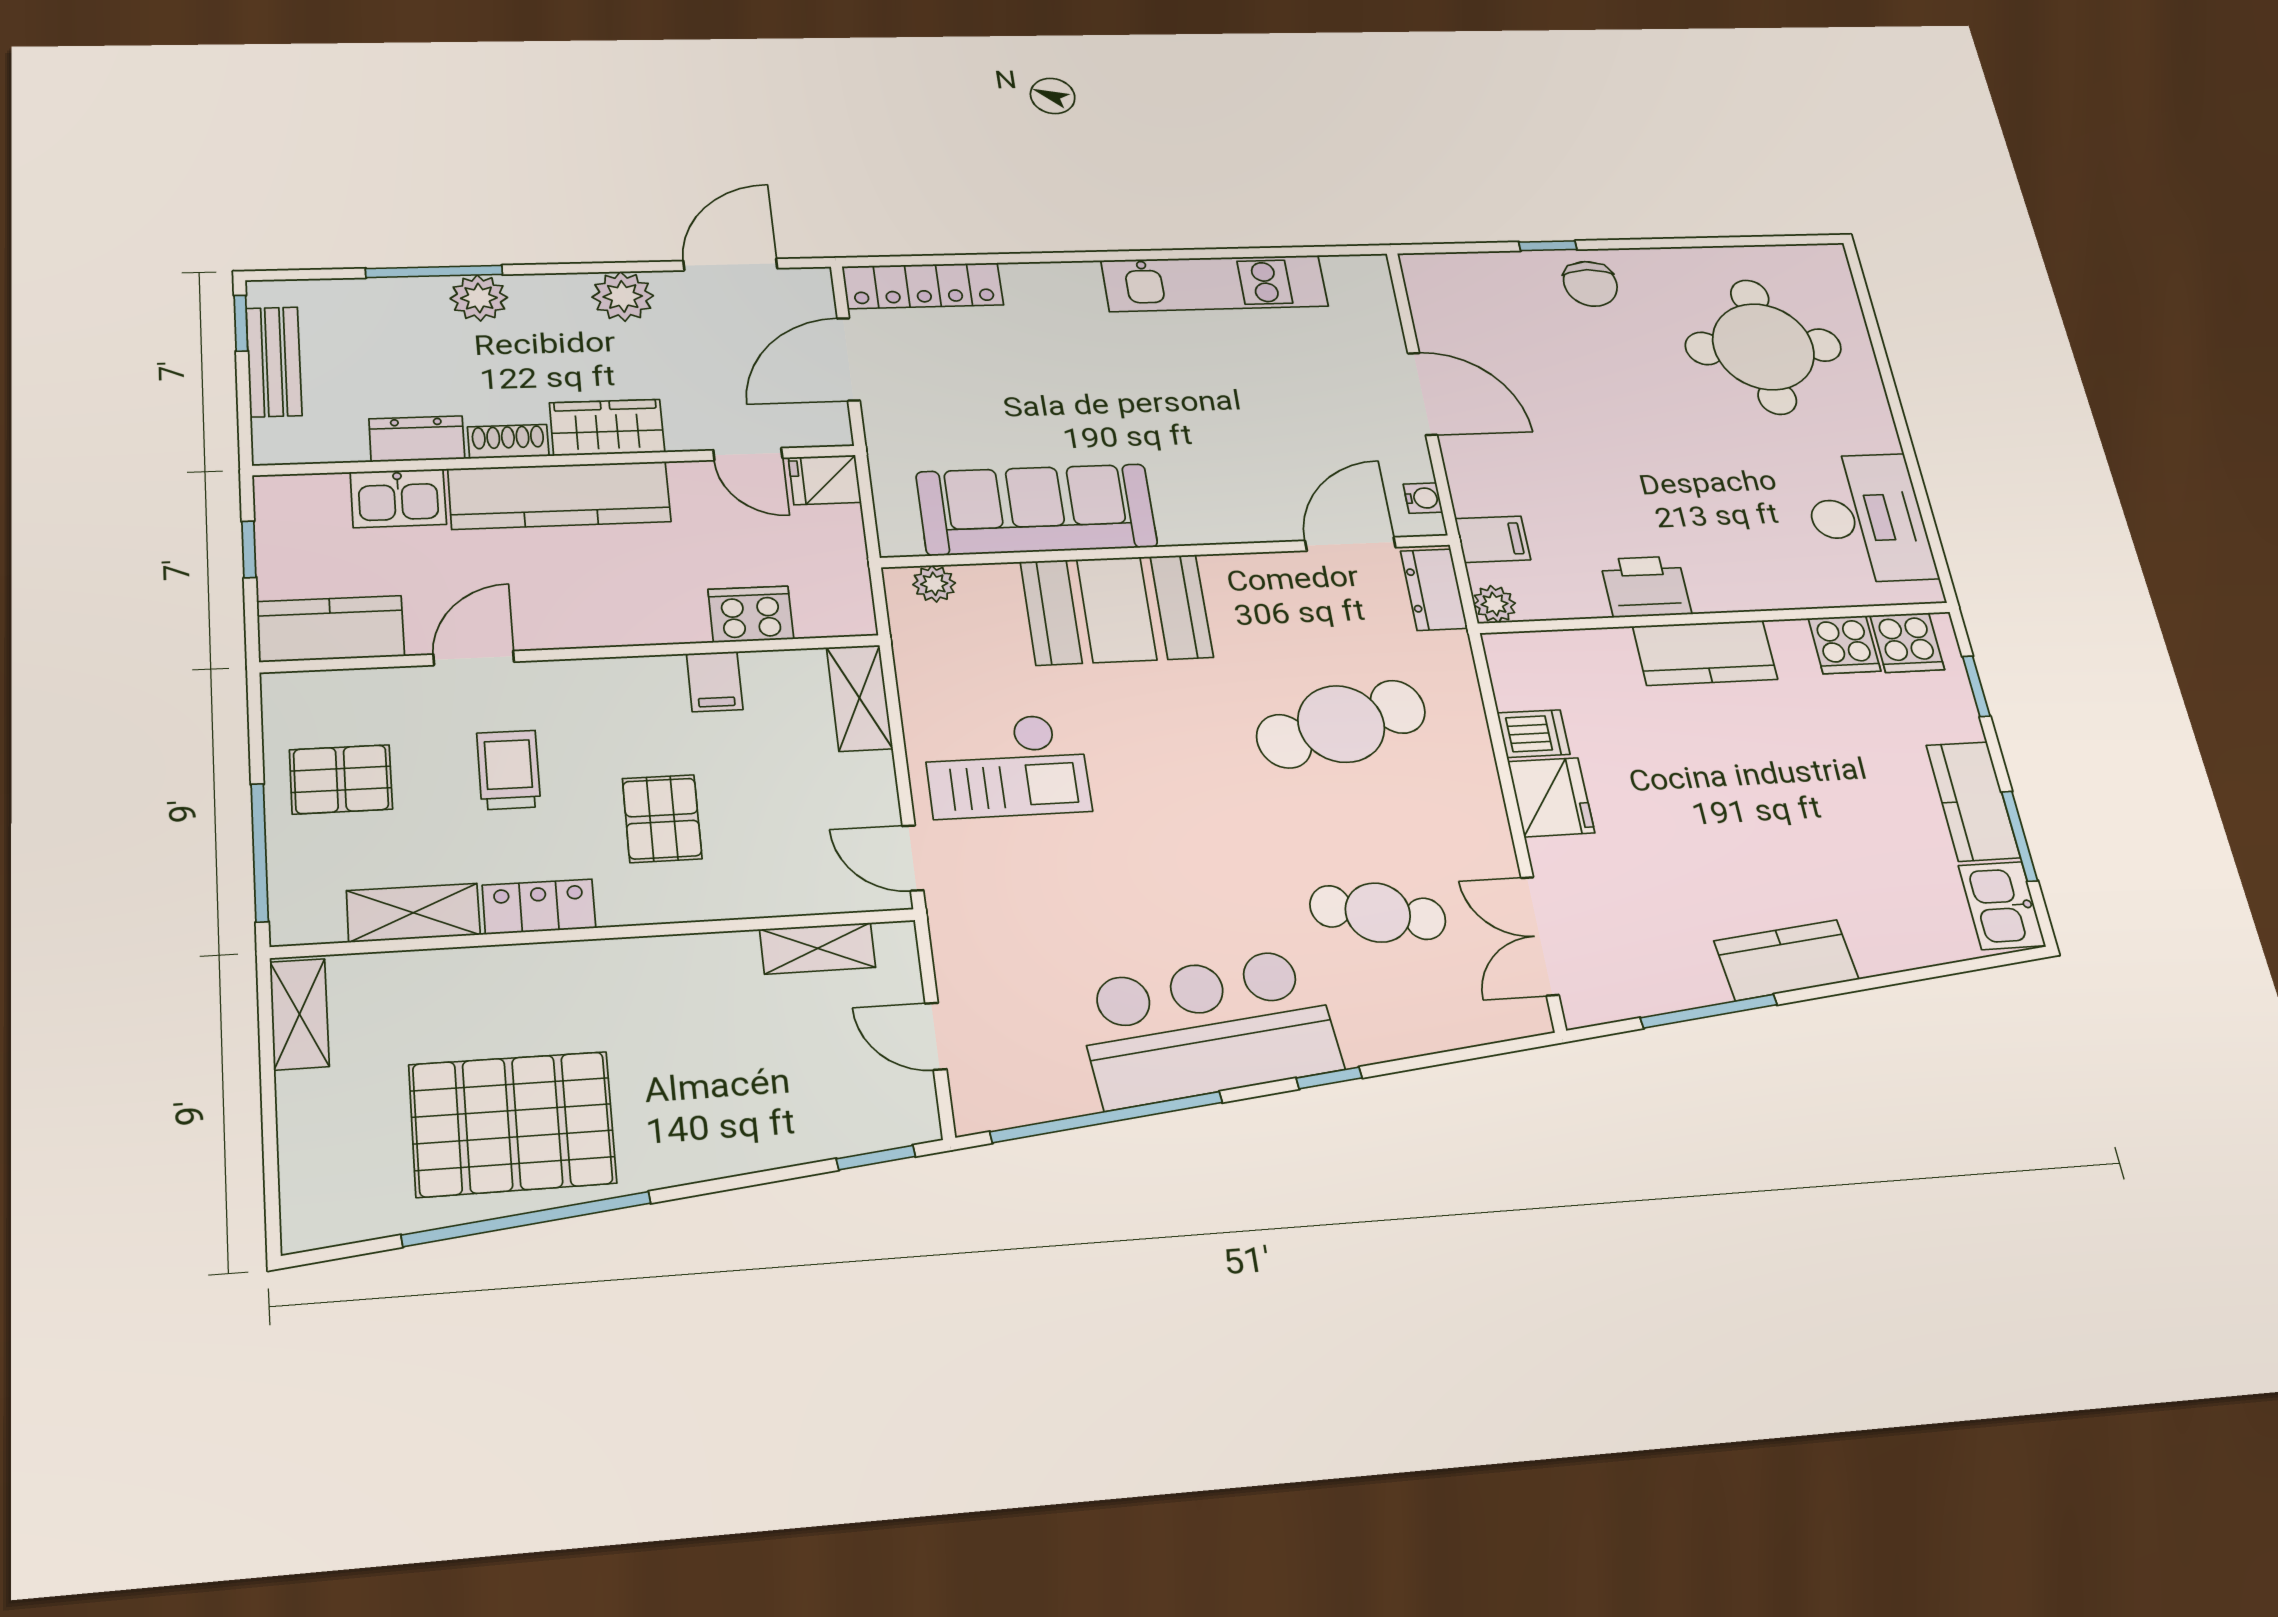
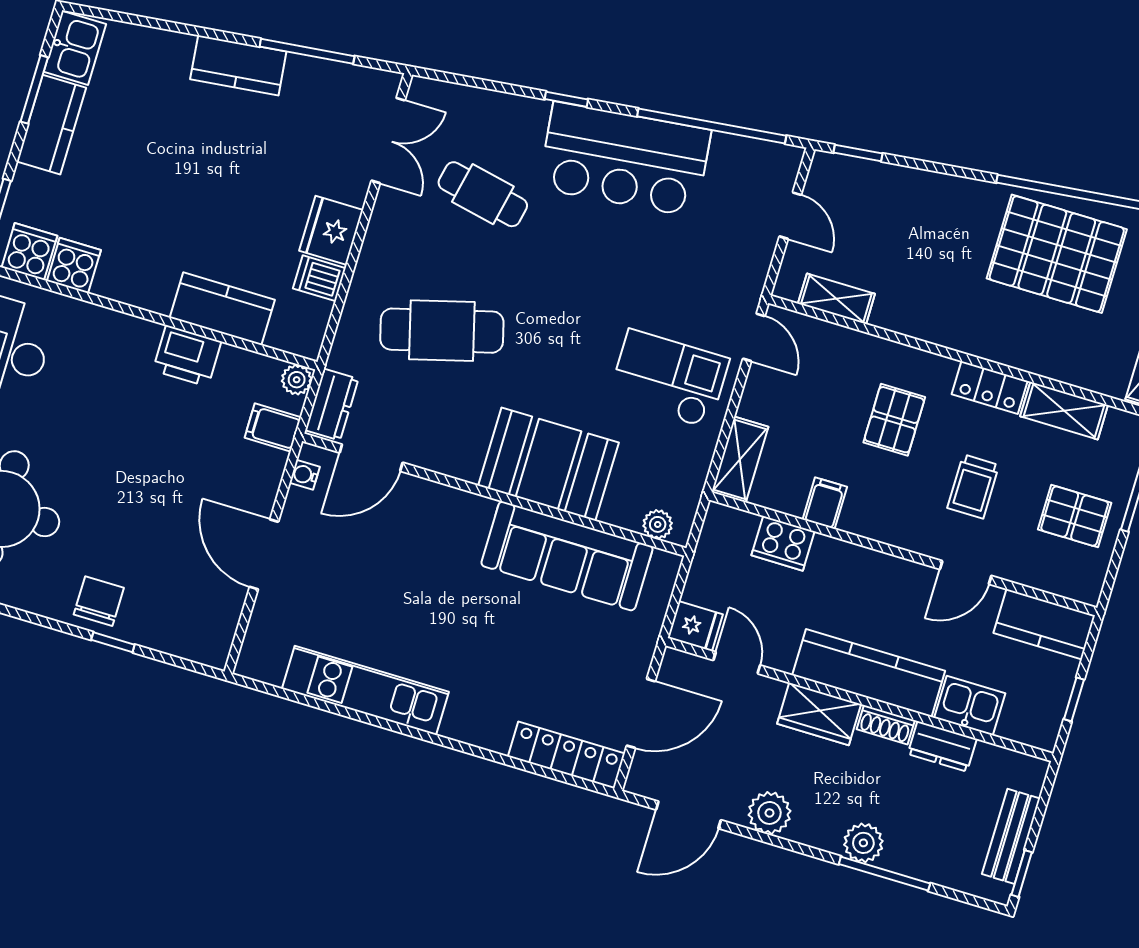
kitchen counter: (1705, 653) -> (222, 309), moved

